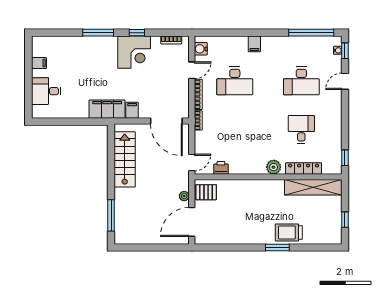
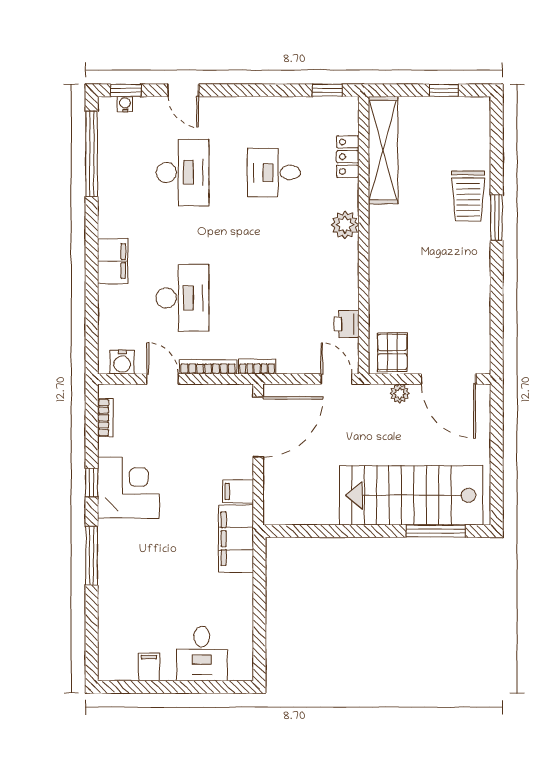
filing cabinet: (254, 44) -> (113, 261), width x2.00
stairs: (125, 159) -> (411, 495), moved, width x1.36, depth x1.51
locker: (304, 168) -> (348, 157), width x0.66

